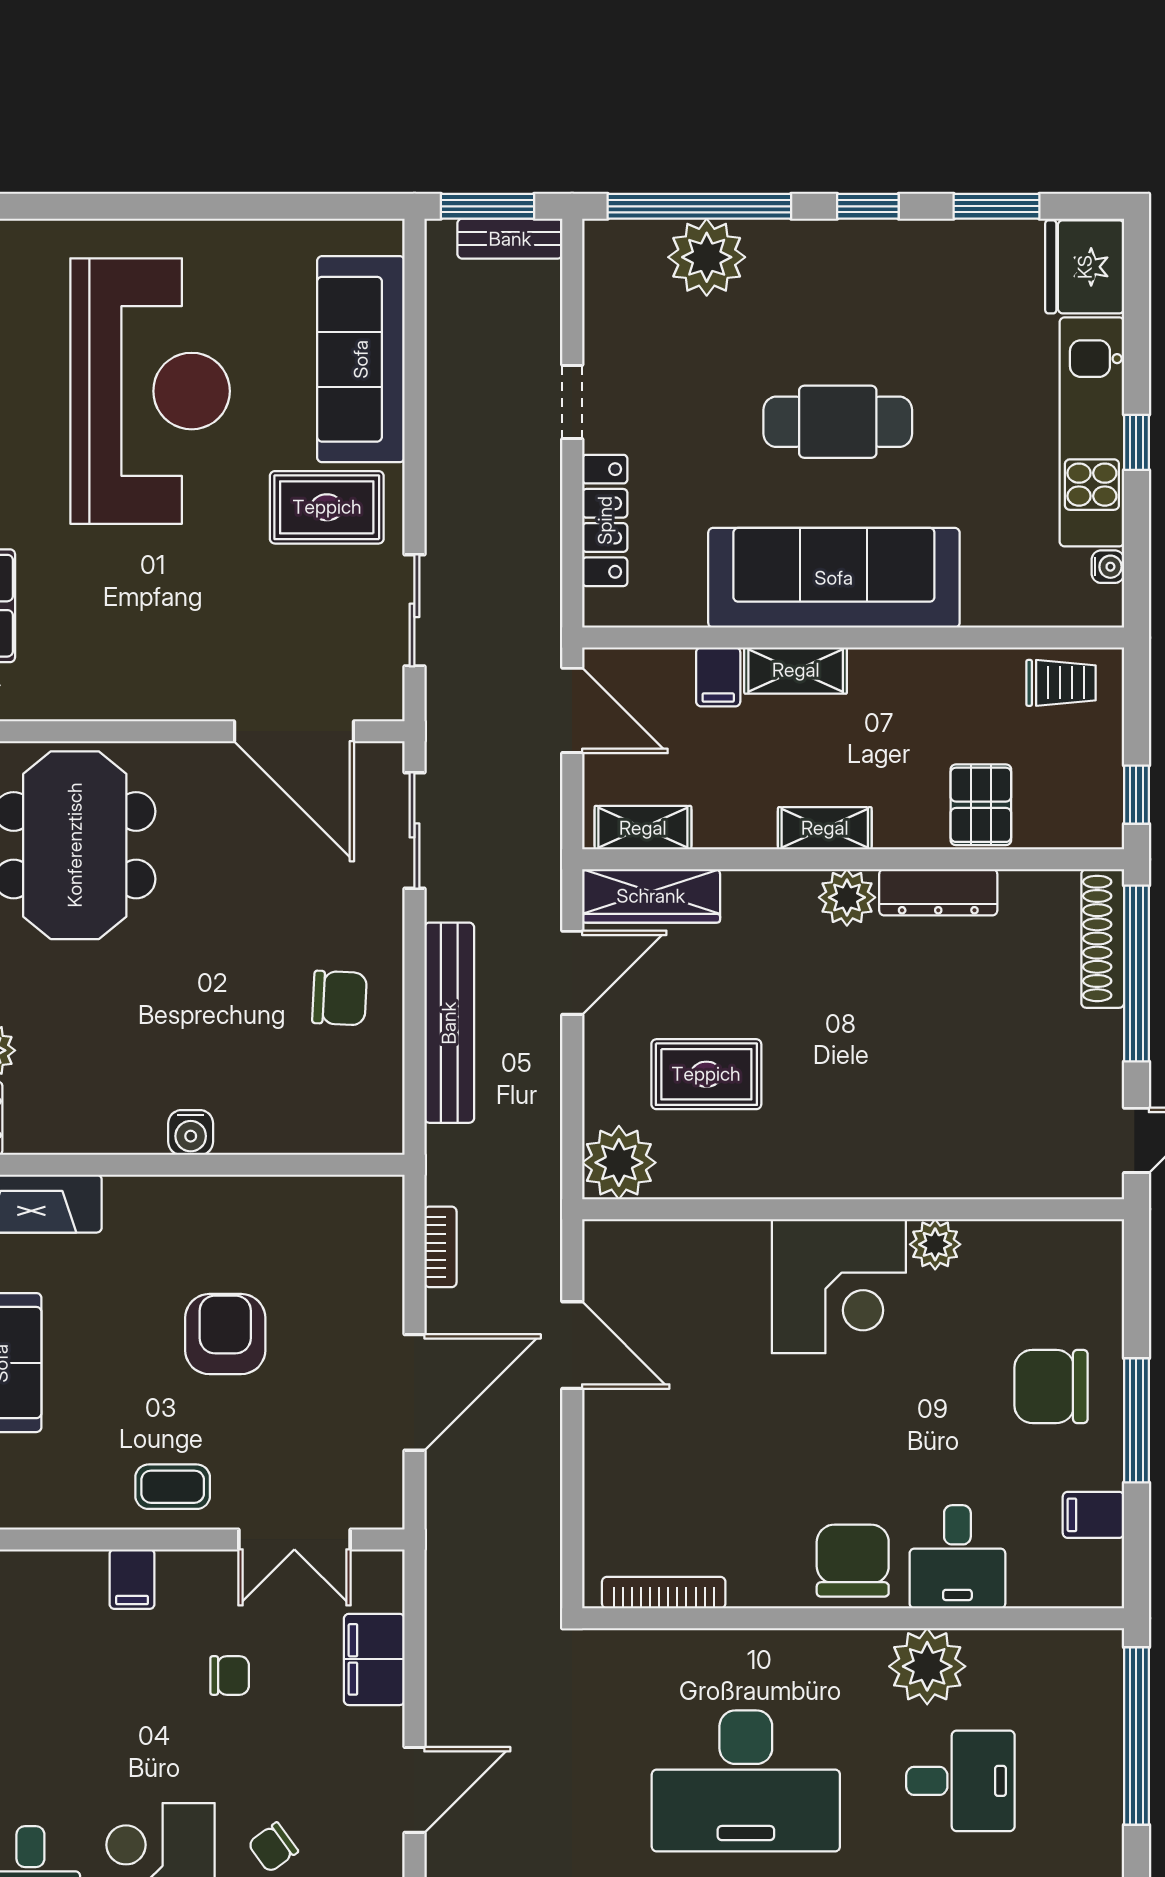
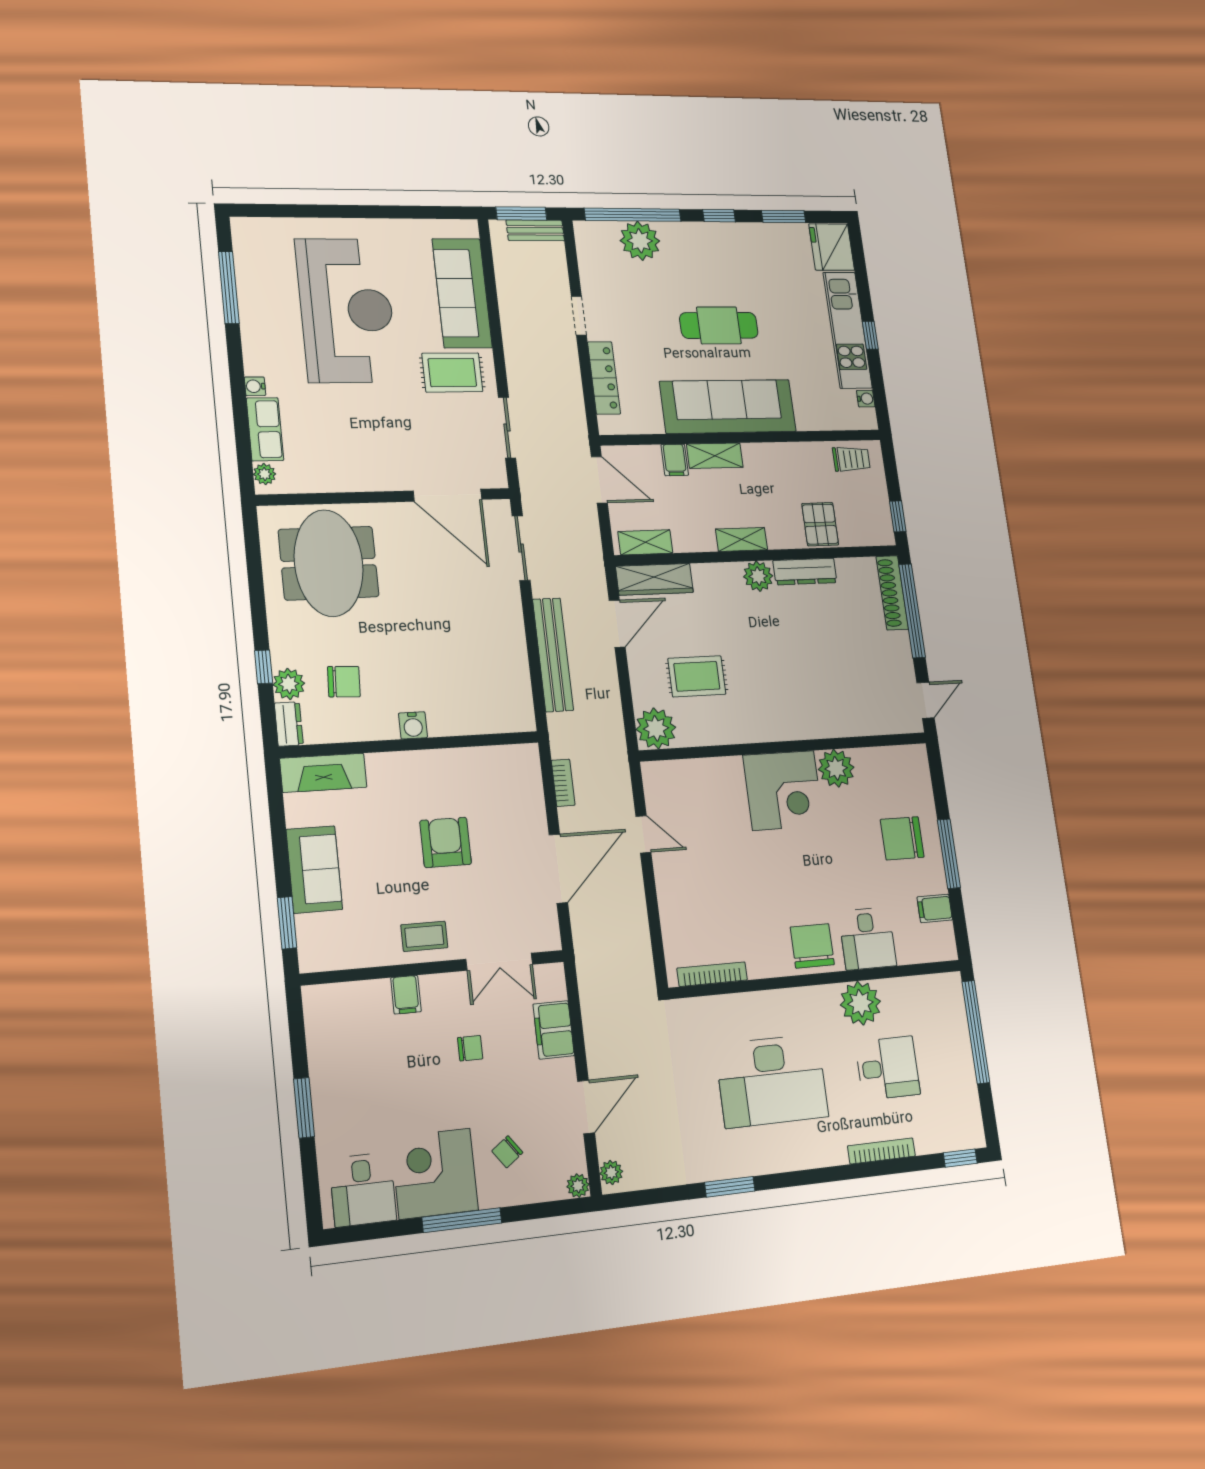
chair: (340, 998) -> (344, 682), moved
plant: (935, 1244) -> (836, 768), width x1.36, depth x1.36
door: (572, 1345) -> (643, 834), width x0.73

